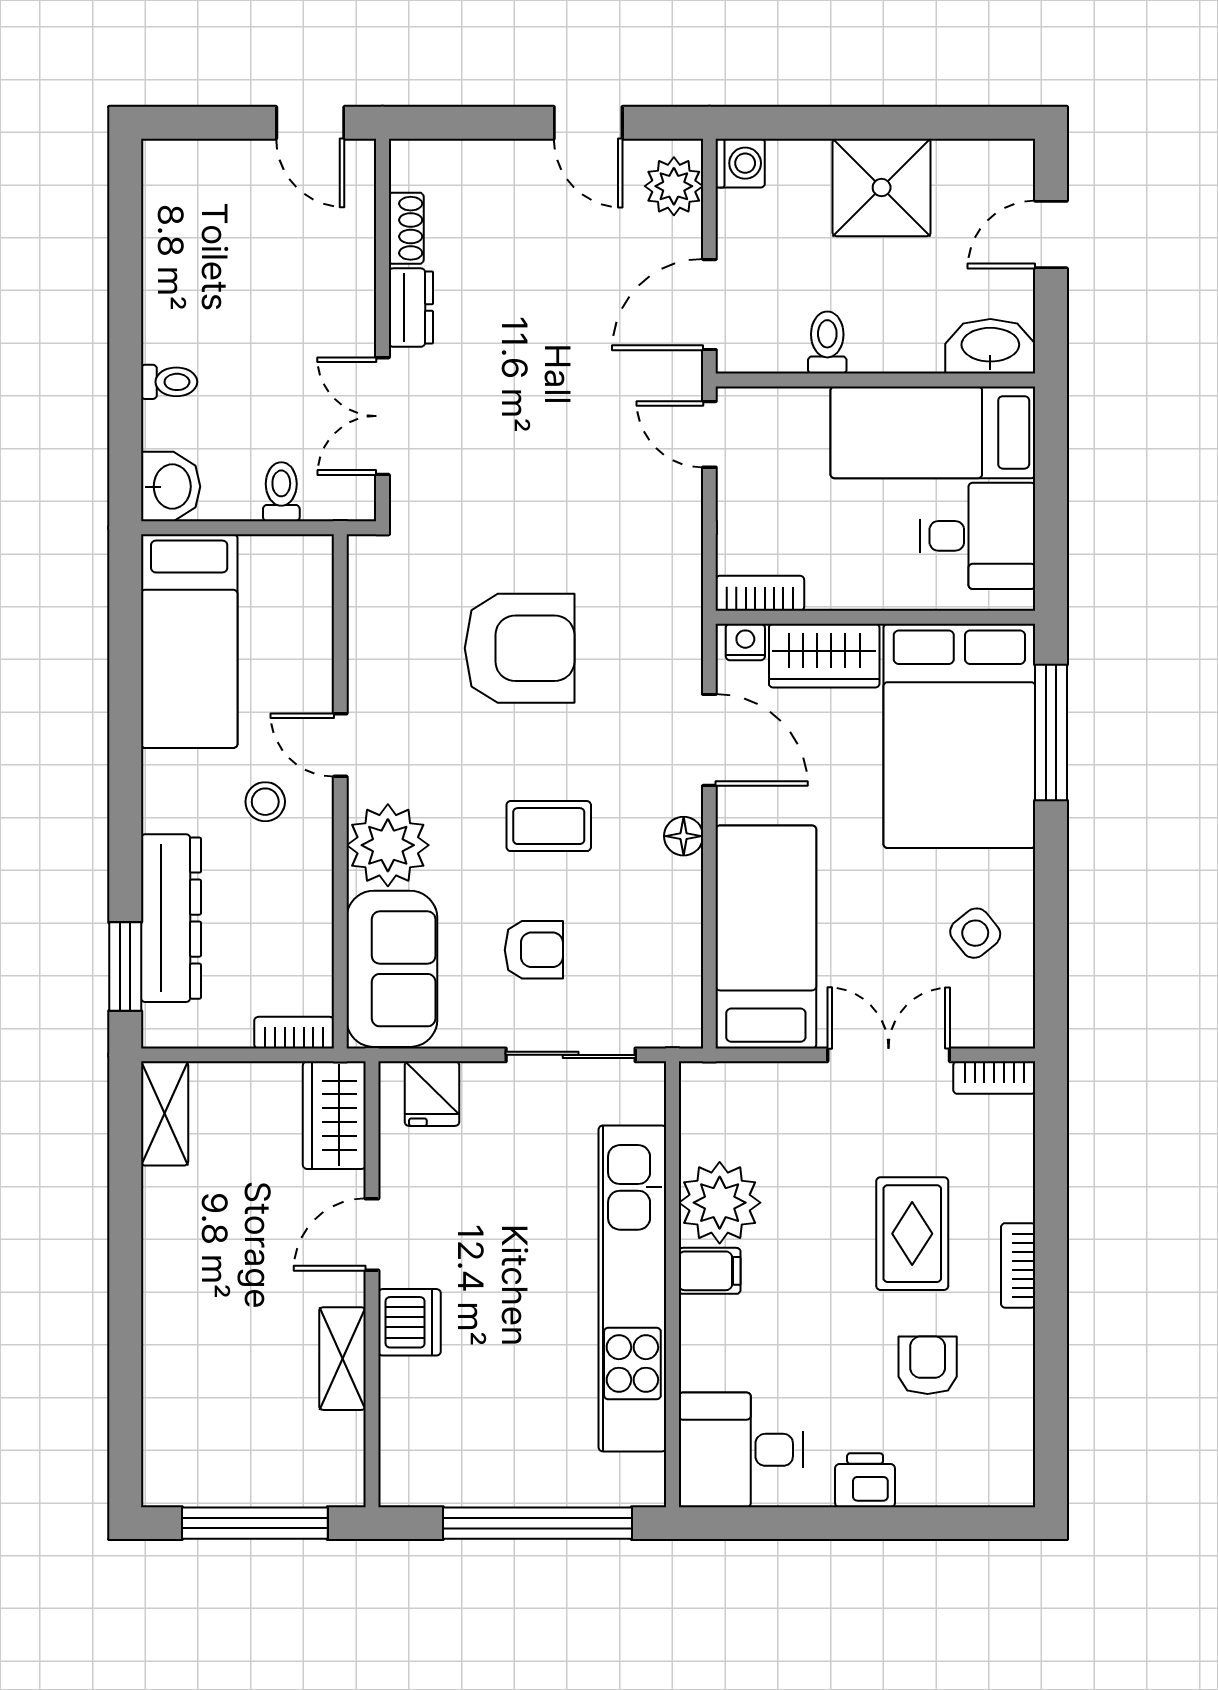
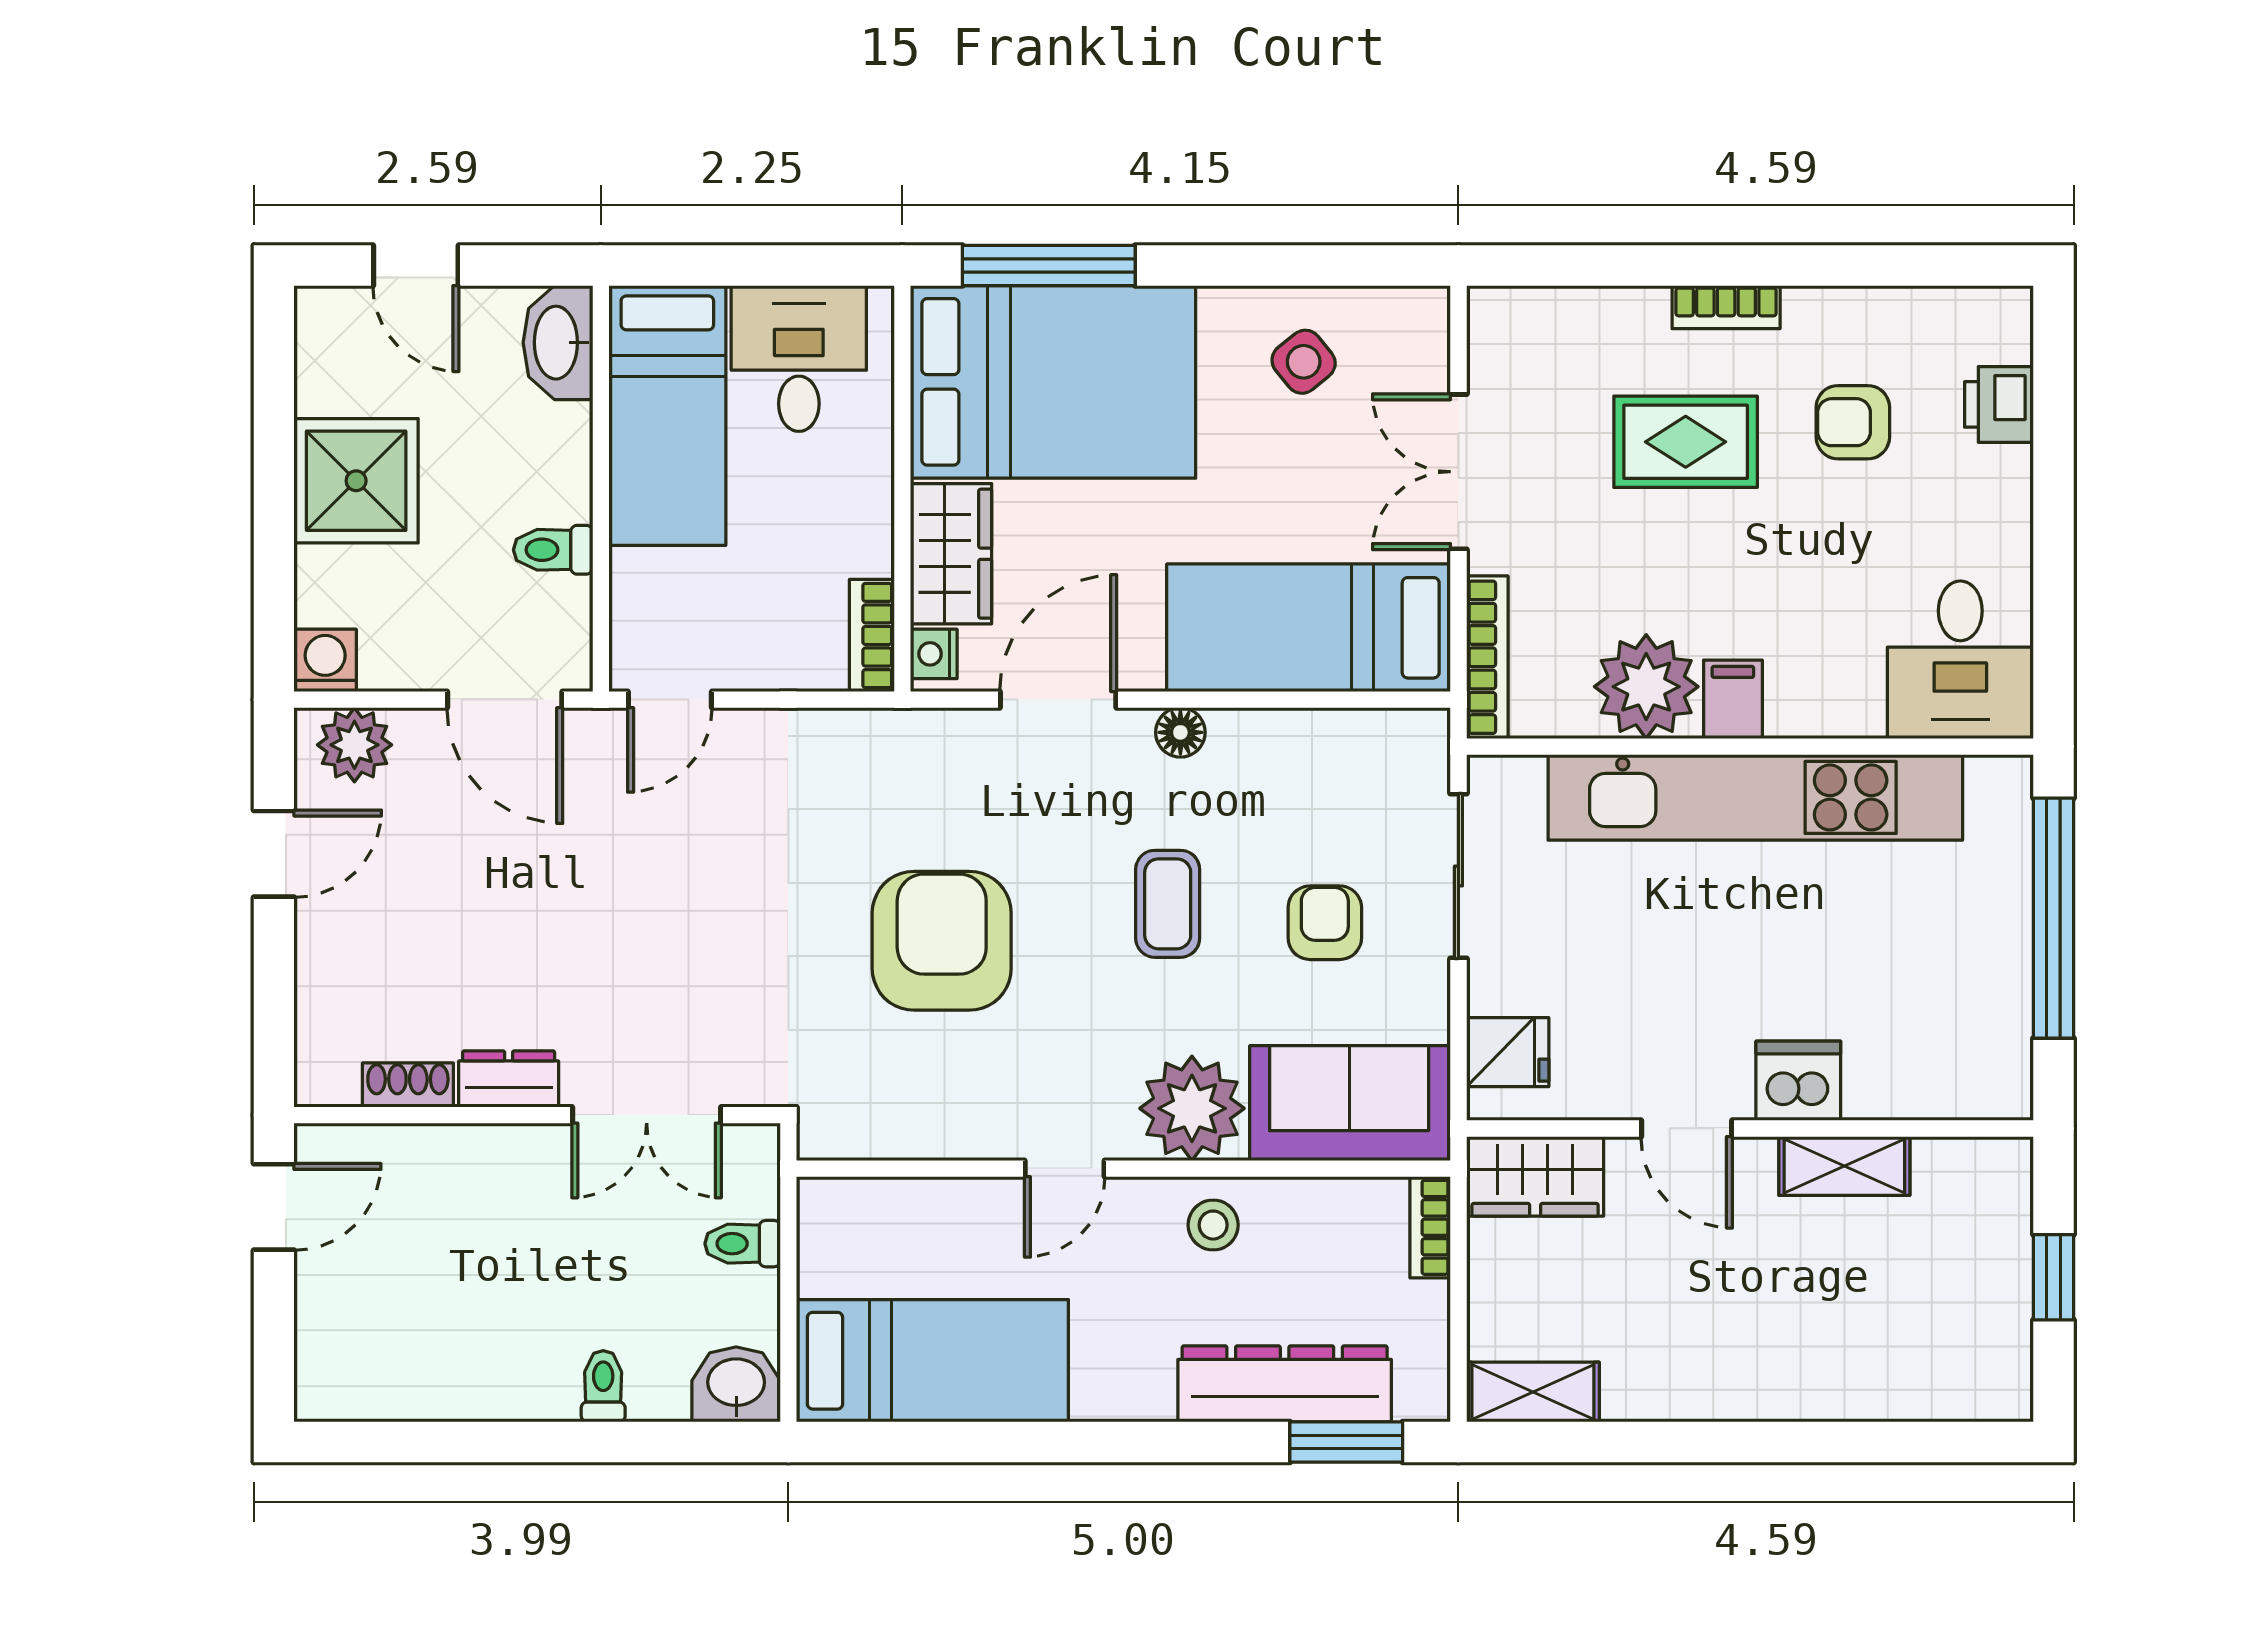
stool: (265, 802) -> (1213, 1225), moved
bookcase: (994, 1078) -> (1487, 657), moved, width x1.56
printer: (865, 1480) -> (1999, 404), moved
window: (255, 1523) -> (2053, 1277), width x0.46

